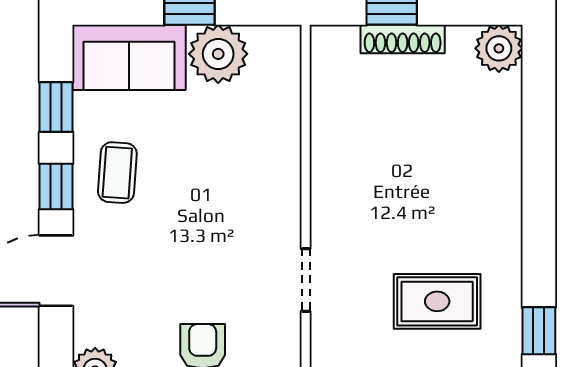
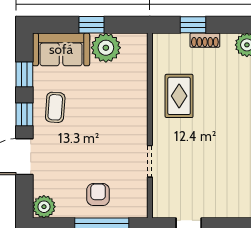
shoe rack: (403, 39) -> (205, 40), width x0.70
rug: (437, 301) -> (179, 96), moved, turned 90

